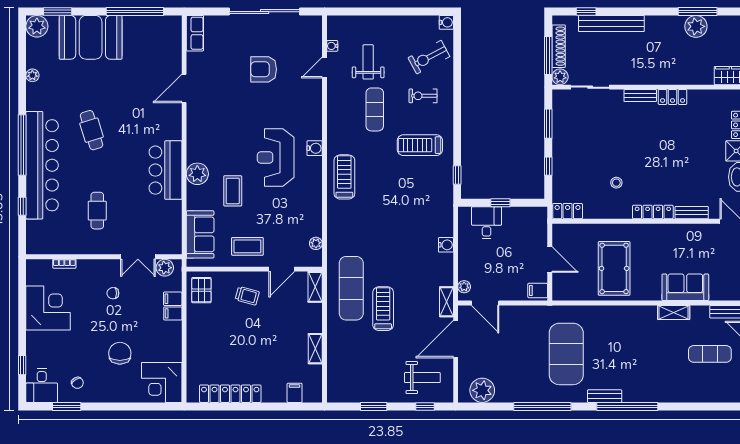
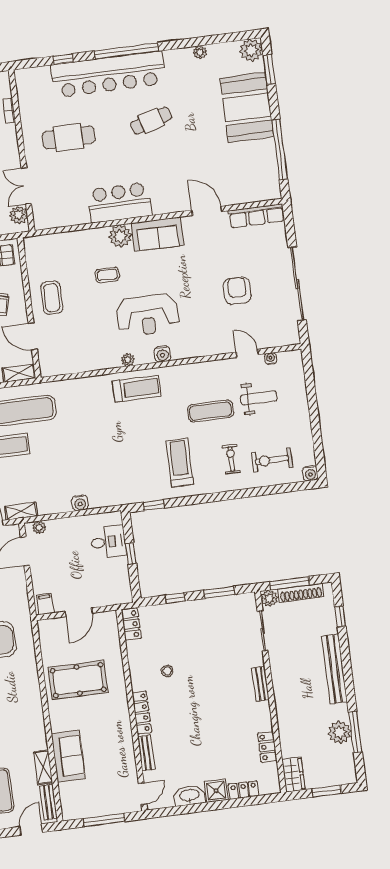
bench: (611, 24) -> (334, 669), moved
row of seats: (195, 33) -> (256, 216), width x1.48
exercise bike: (429, 57) -> (272, 460), turned -62
locker: (673, 97) -> (267, 747), moved
reception desk: (276, 157) -> (148, 315), turned 180
coffee table: (233, 191) -> (107, 275), width x0.73, depth x0.77
cafe table: (97, 211) -> (69, 137), width x1.37, depth x1.35
sofa: (200, 234) -> (158, 234), moved
plant: (316, 243) -> (128, 360), moved
shelving: (674, 313) -> (43, 767), moved

